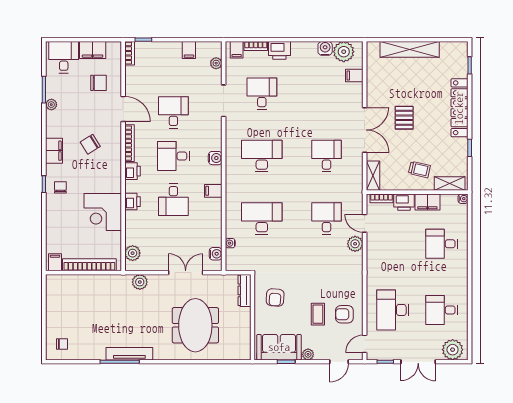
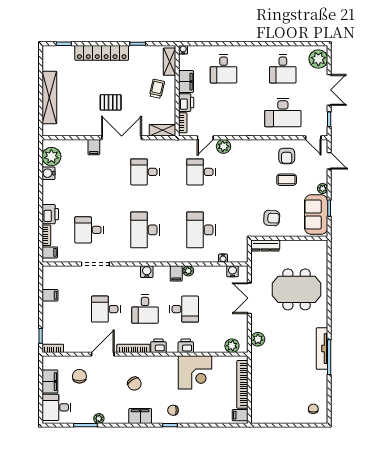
plant: (216, 63) -> (188, 271), moved
filing cabinet: (354, 76) -> (94, 147), moved

